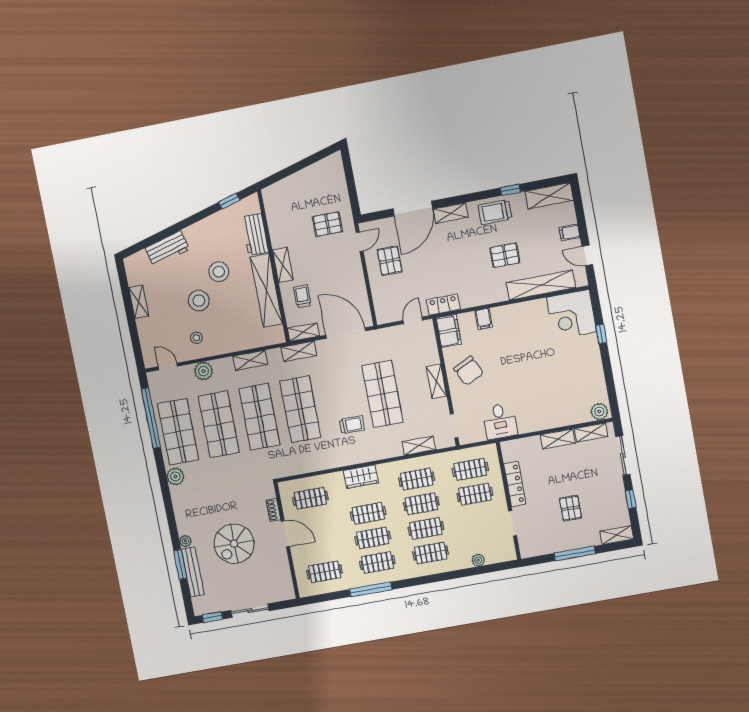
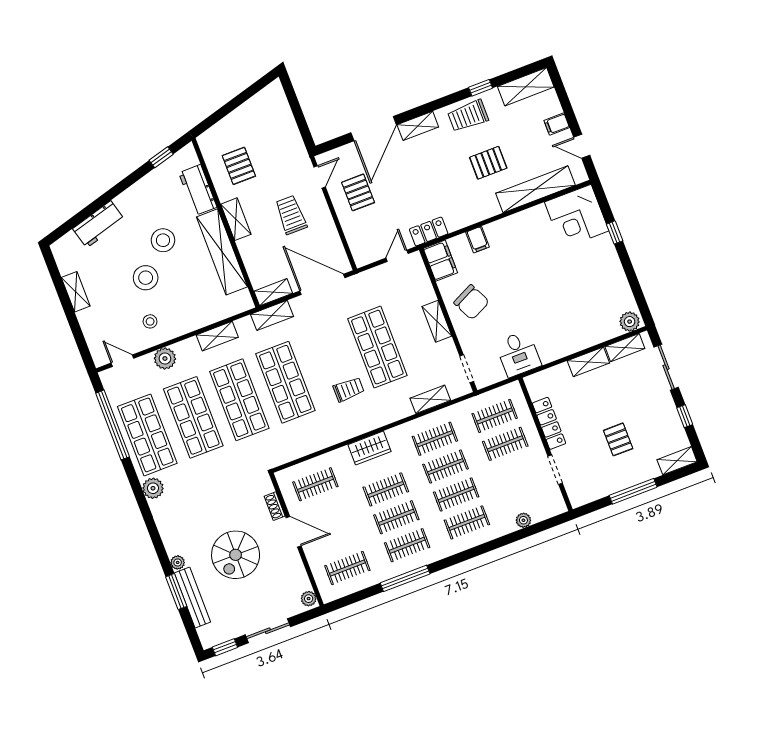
pallet: (327, 224) -> (239, 166), moved, turned 90
trolley: (302, 296) -> (291, 215), moved, width x1.36, depth x1.39
plant: (288, 591) -> (309, 599), added

